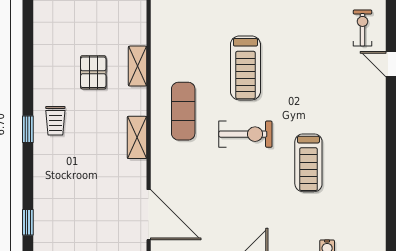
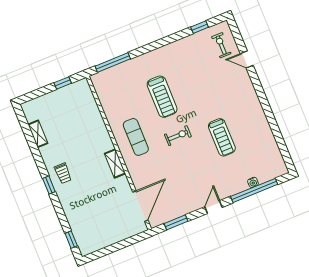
shelving: (138, 66) -> (38, 134), moved
pallet: (93, 72) -> (74, 136), removed
exercise bike: (245, 134) -> (178, 136), width x0.73, depth x0.72
door: (149, 215) -> (140, 206), hinge flipped

